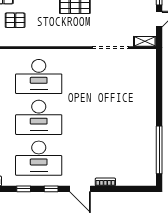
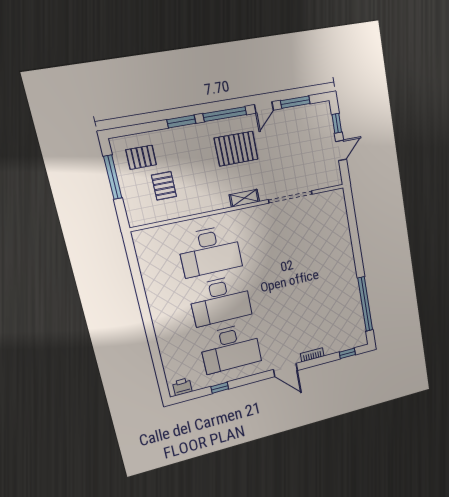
pallet: (15, 20) -> (164, 186), turned 90
shelving: (145, 41) -> (244, 198), moved
window: (51, 189) -> (347, 353), moved

